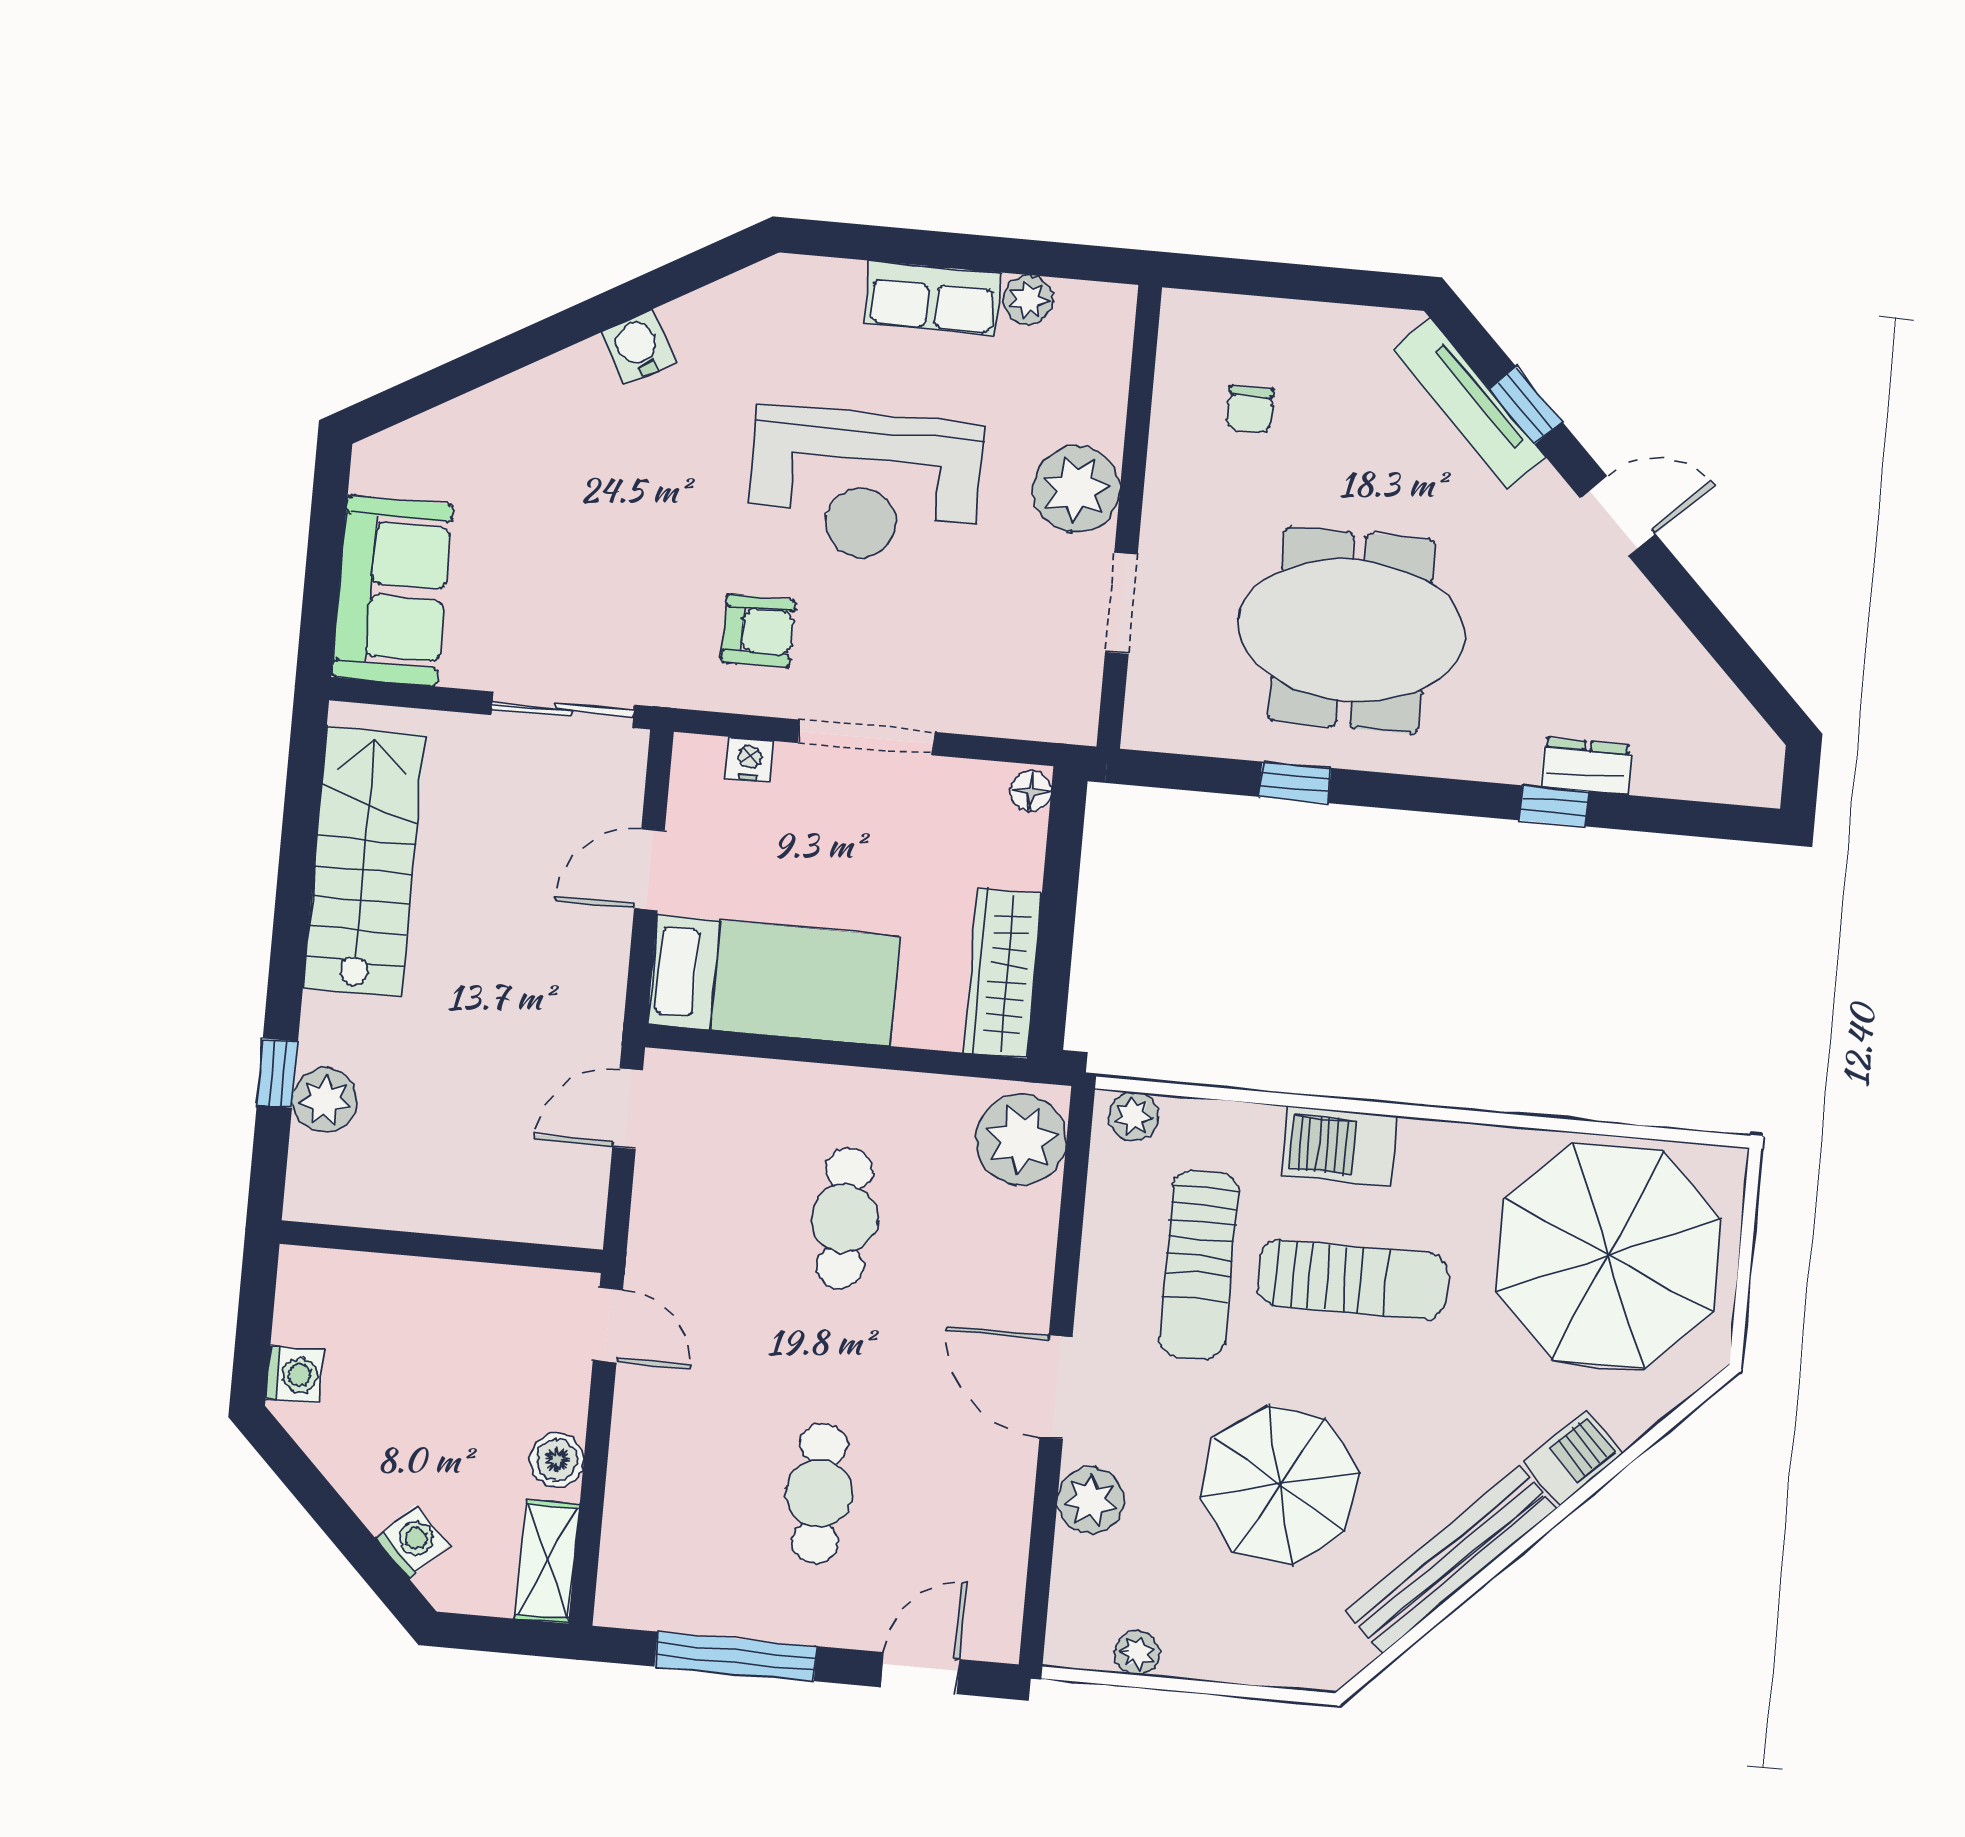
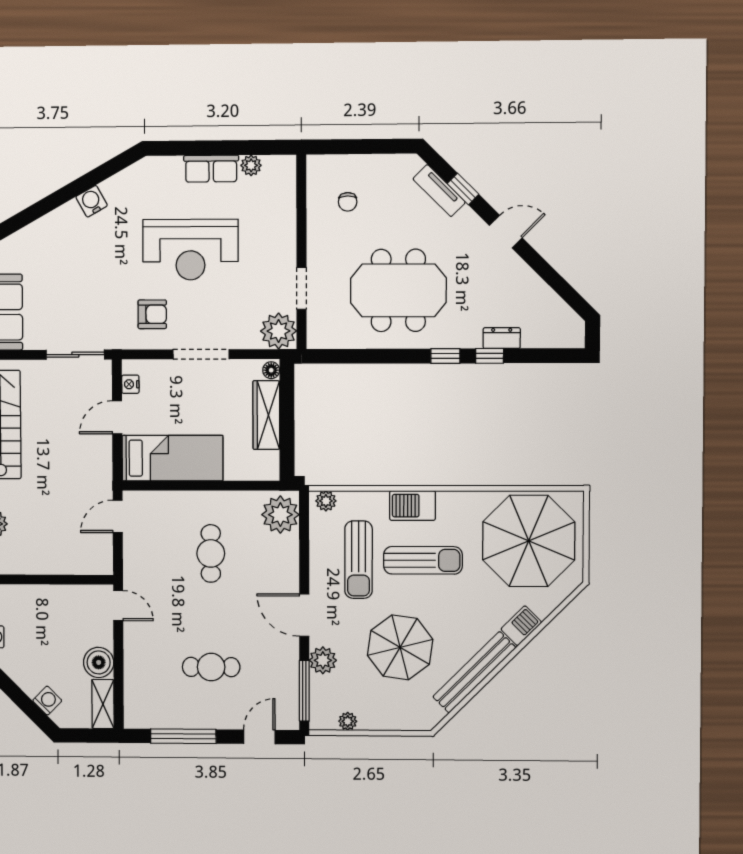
tv unit: (1469, 404) -> (439, 191), width x0.71
plant: (1076, 489) -> (279, 331), moved
nightstand: (750, 760) -> (130, 384), moved, turned -90
window: (1295, 782) -> (445, 356), moved
wardrobe: (1003, 973) -> (266, 415), moved
boiler: (557, 1460) -> (99, 662), width x1.36, depth x1.36
cafe table: (819, 1493) -> (211, 667), turned 90
window: (1039, 1570) -> (304, 691), added

